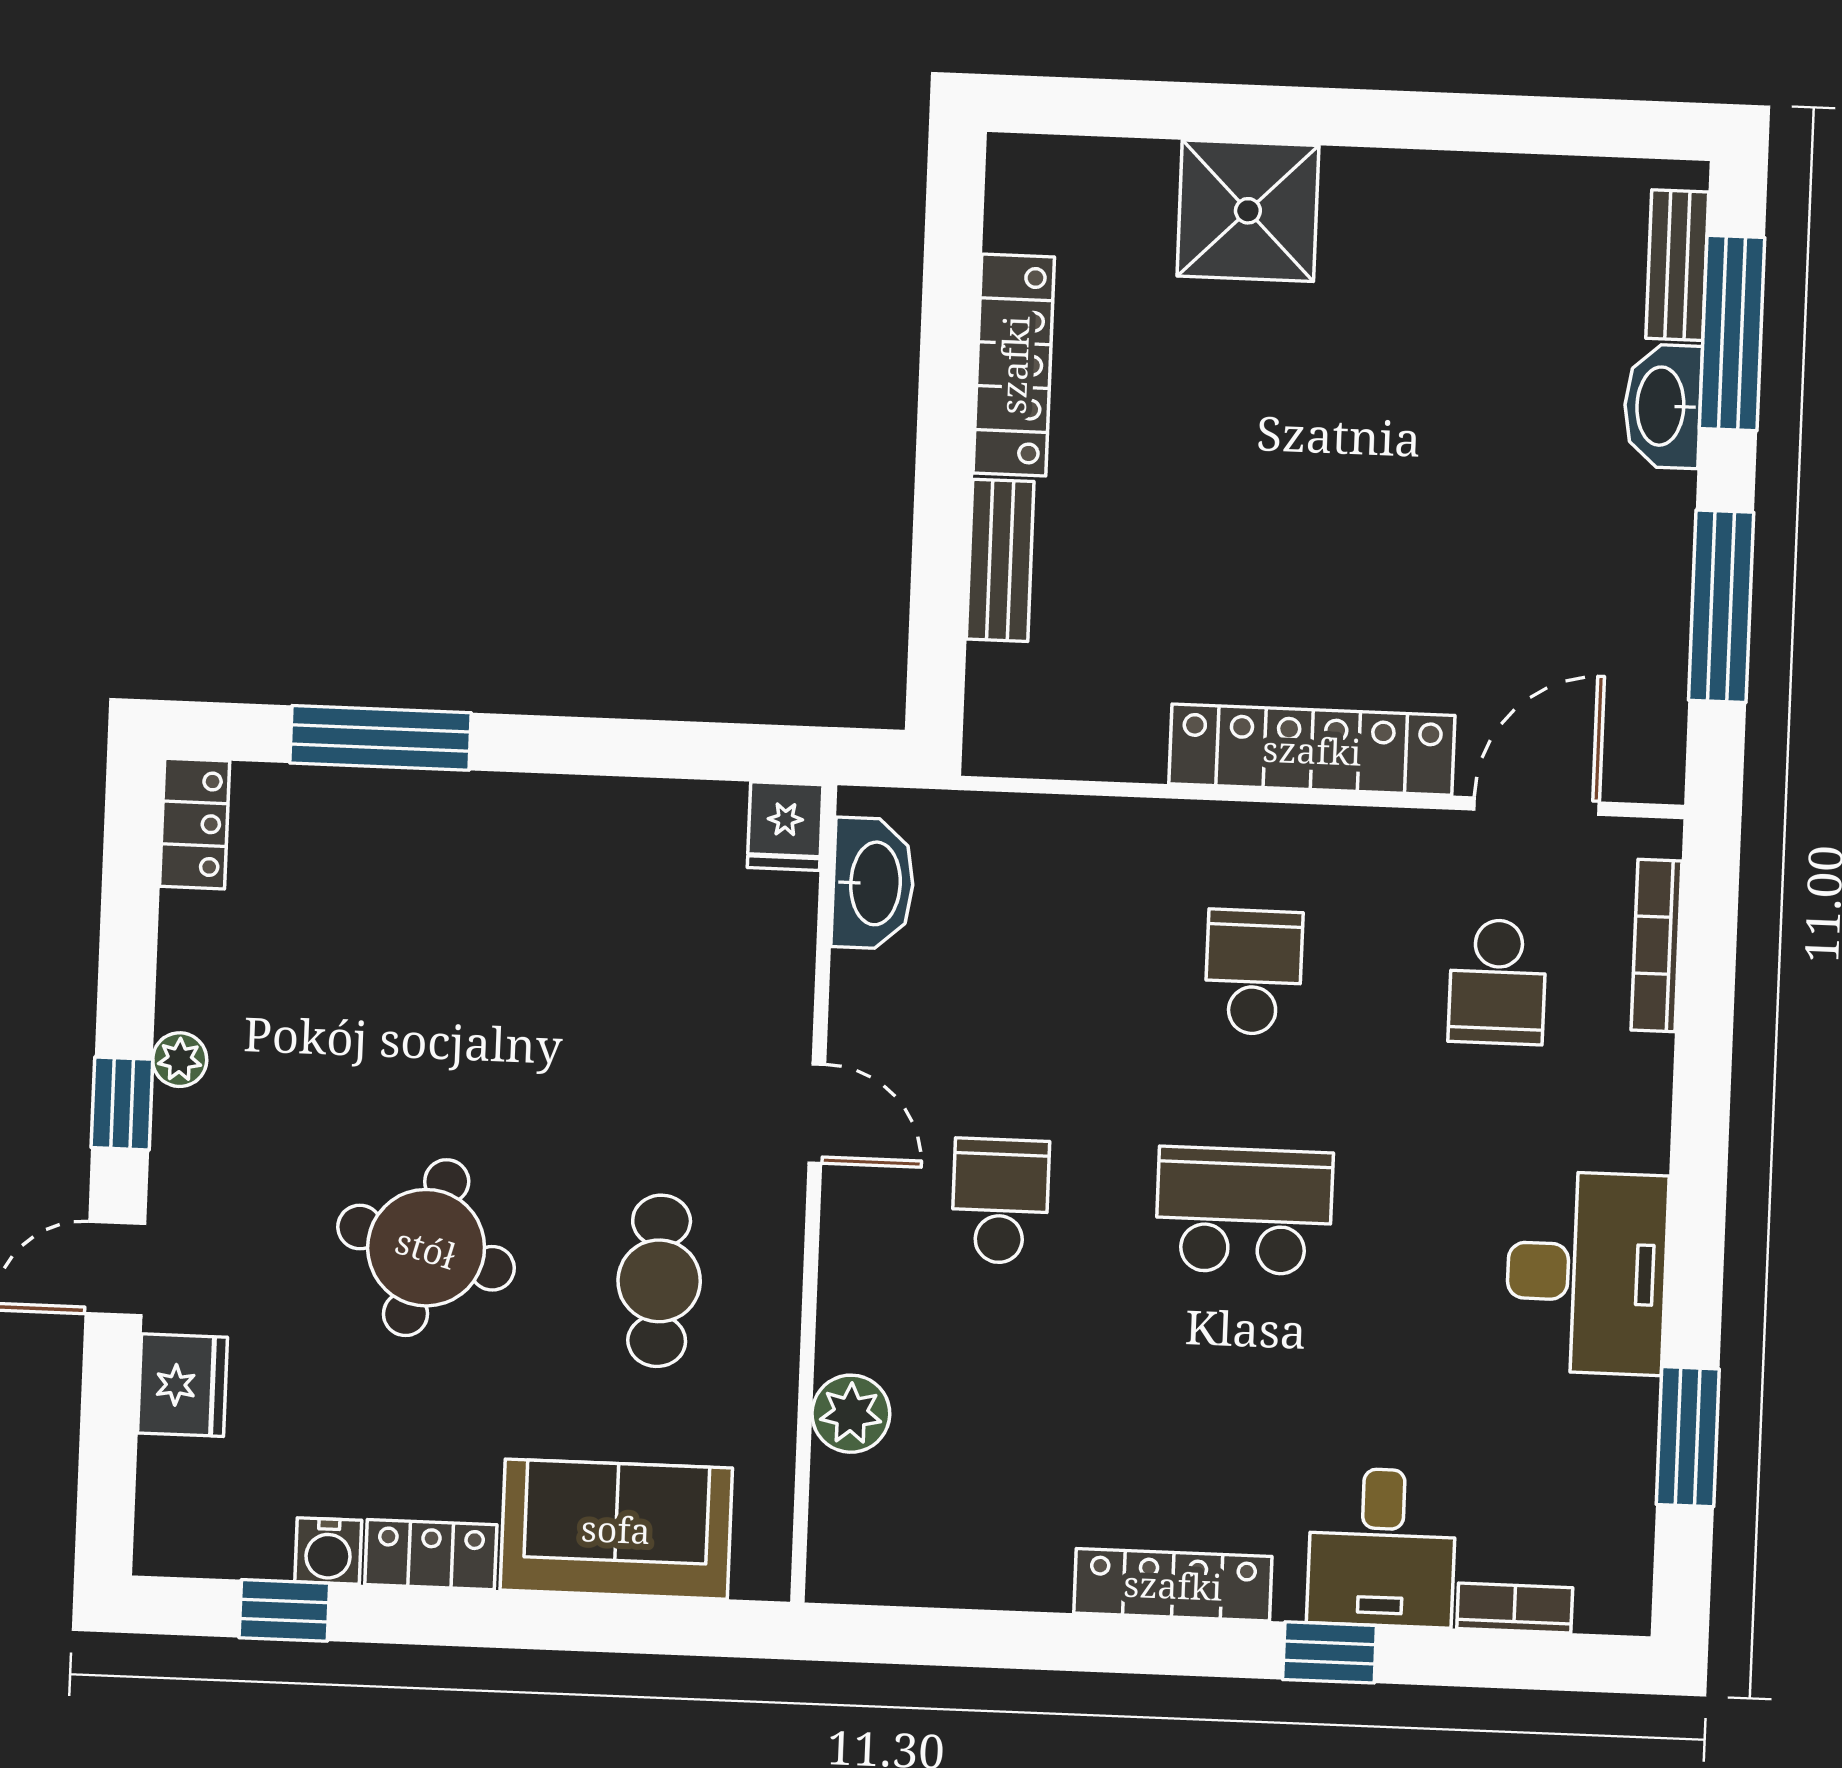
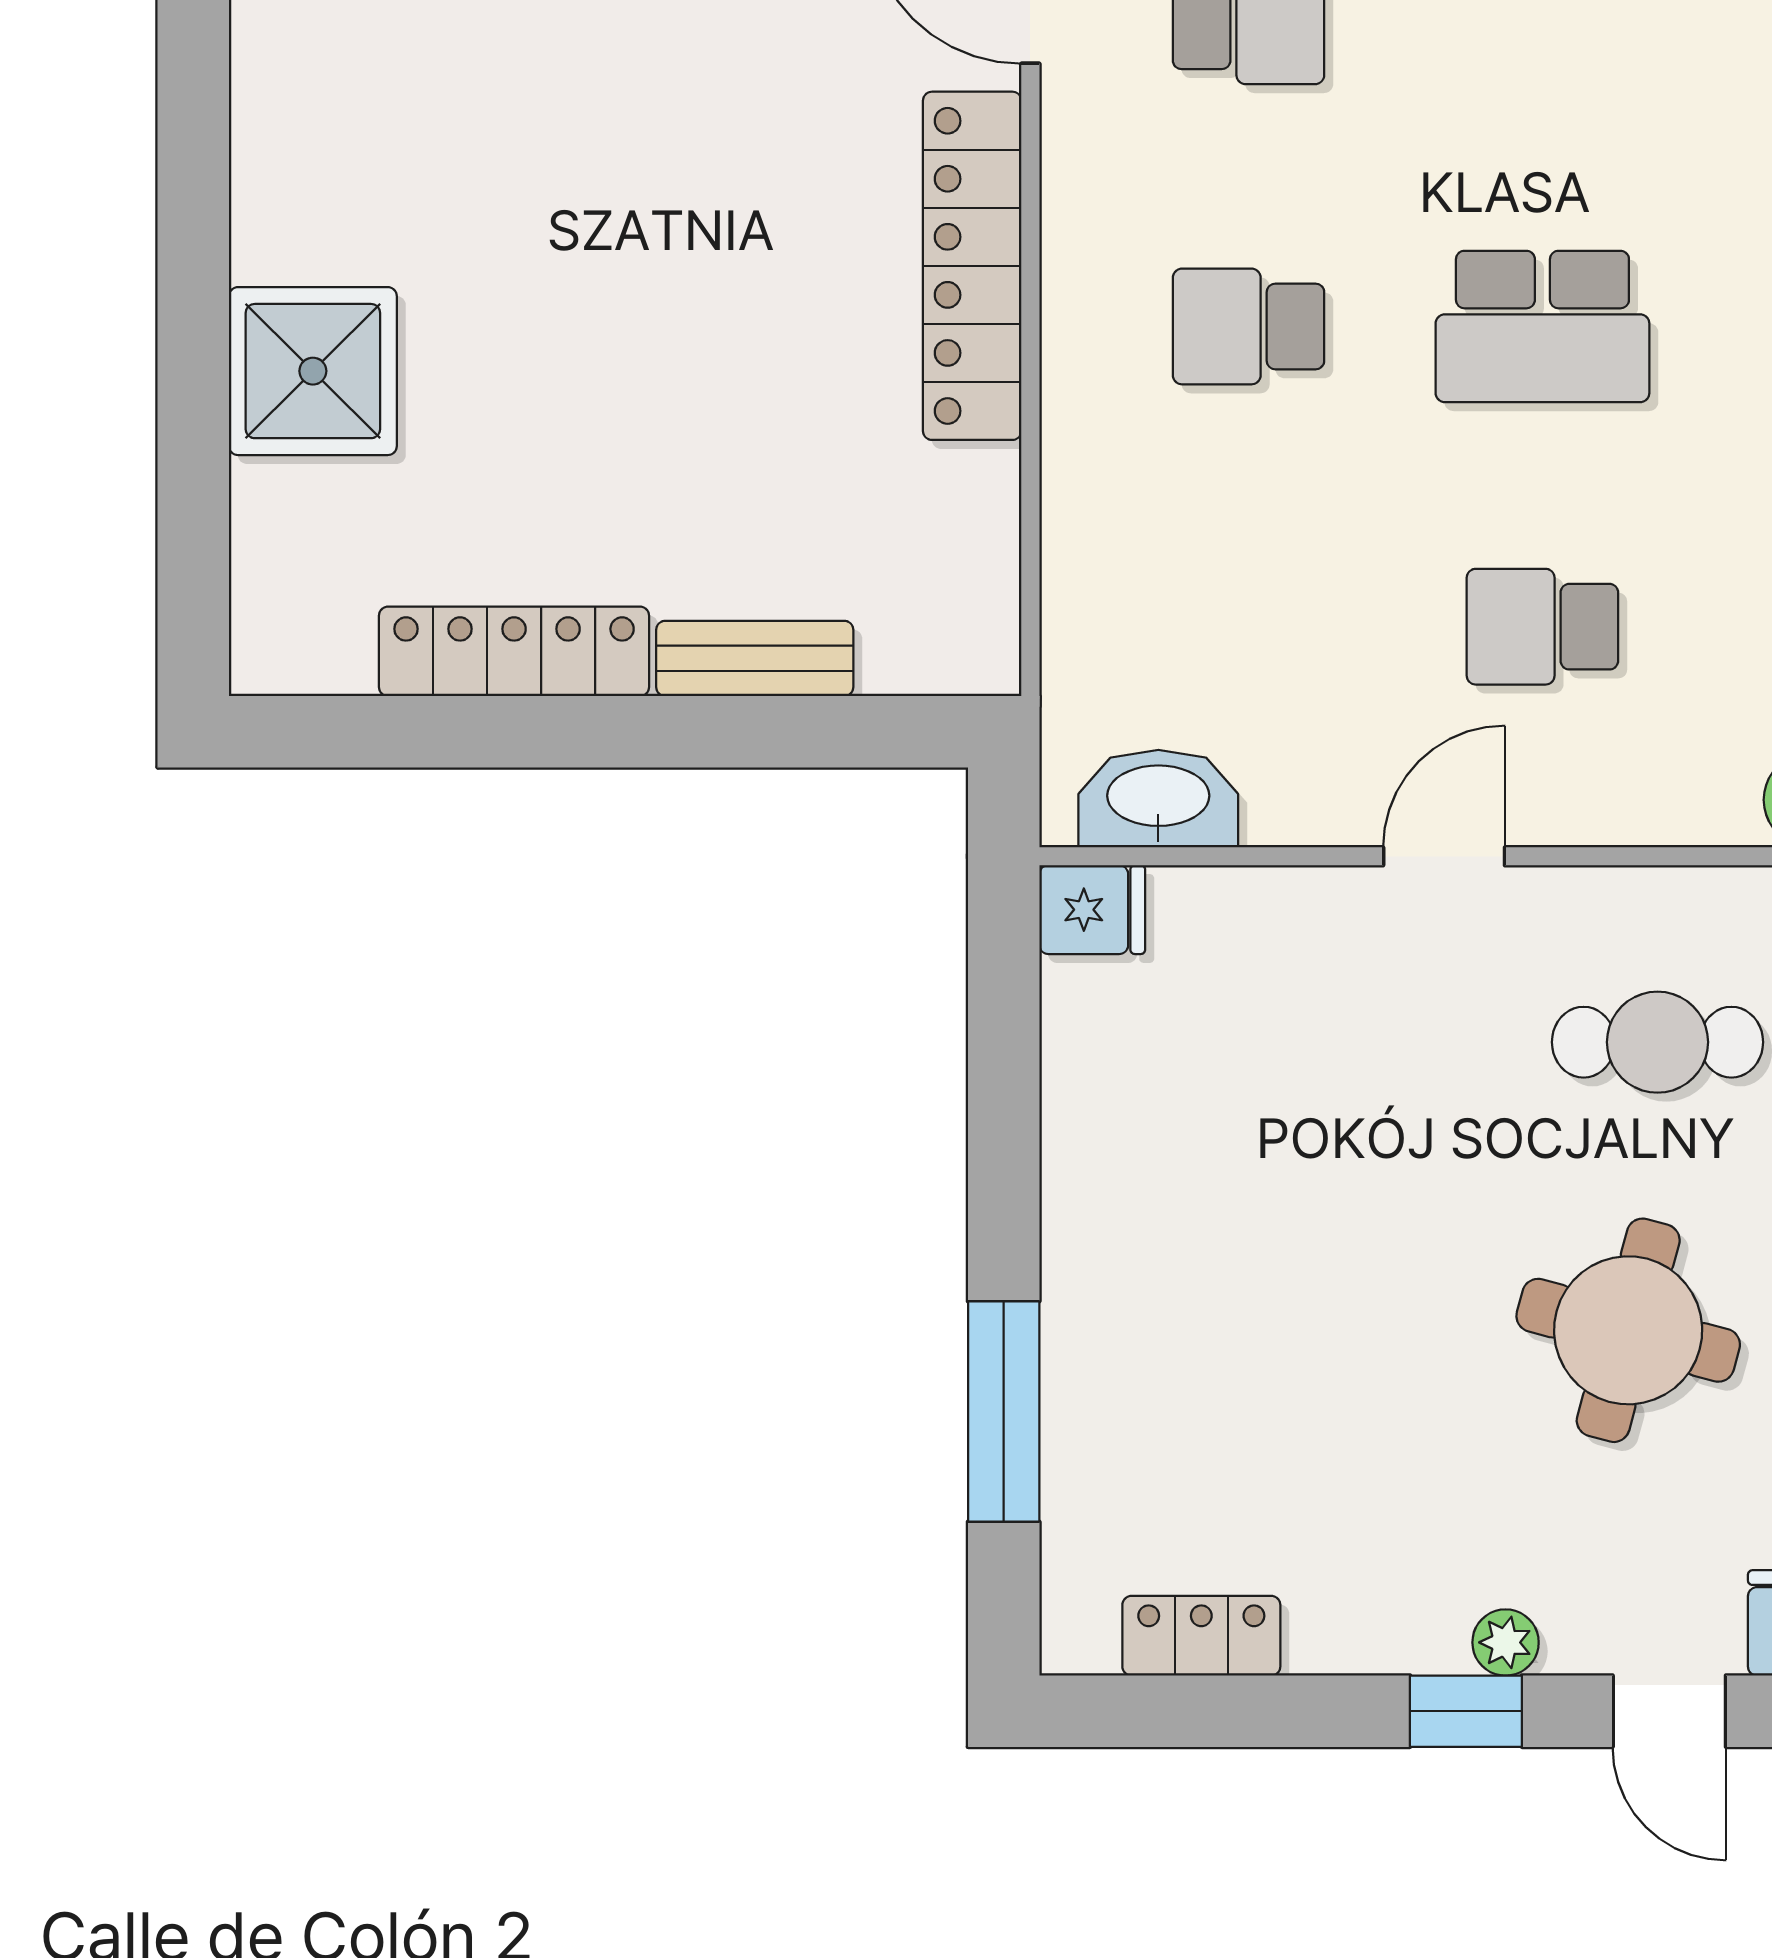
locker: (195, 824) -> (1201, 1636), moved
plant: (180, 1060) -> (1506, 1642), moved
school desk: (1244, 1211) -> (1542, 326), turned -90

